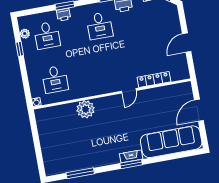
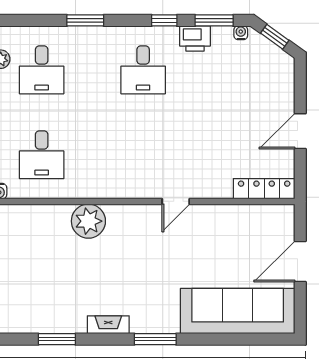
printer: (64, 15) -> (80, 37), removed
locker: (154, 79) -> (264, 189), moved
fireplace: (131, 156) -> (108, 325), moved
window: (80, 173) -> (57, 339), width x0.69

